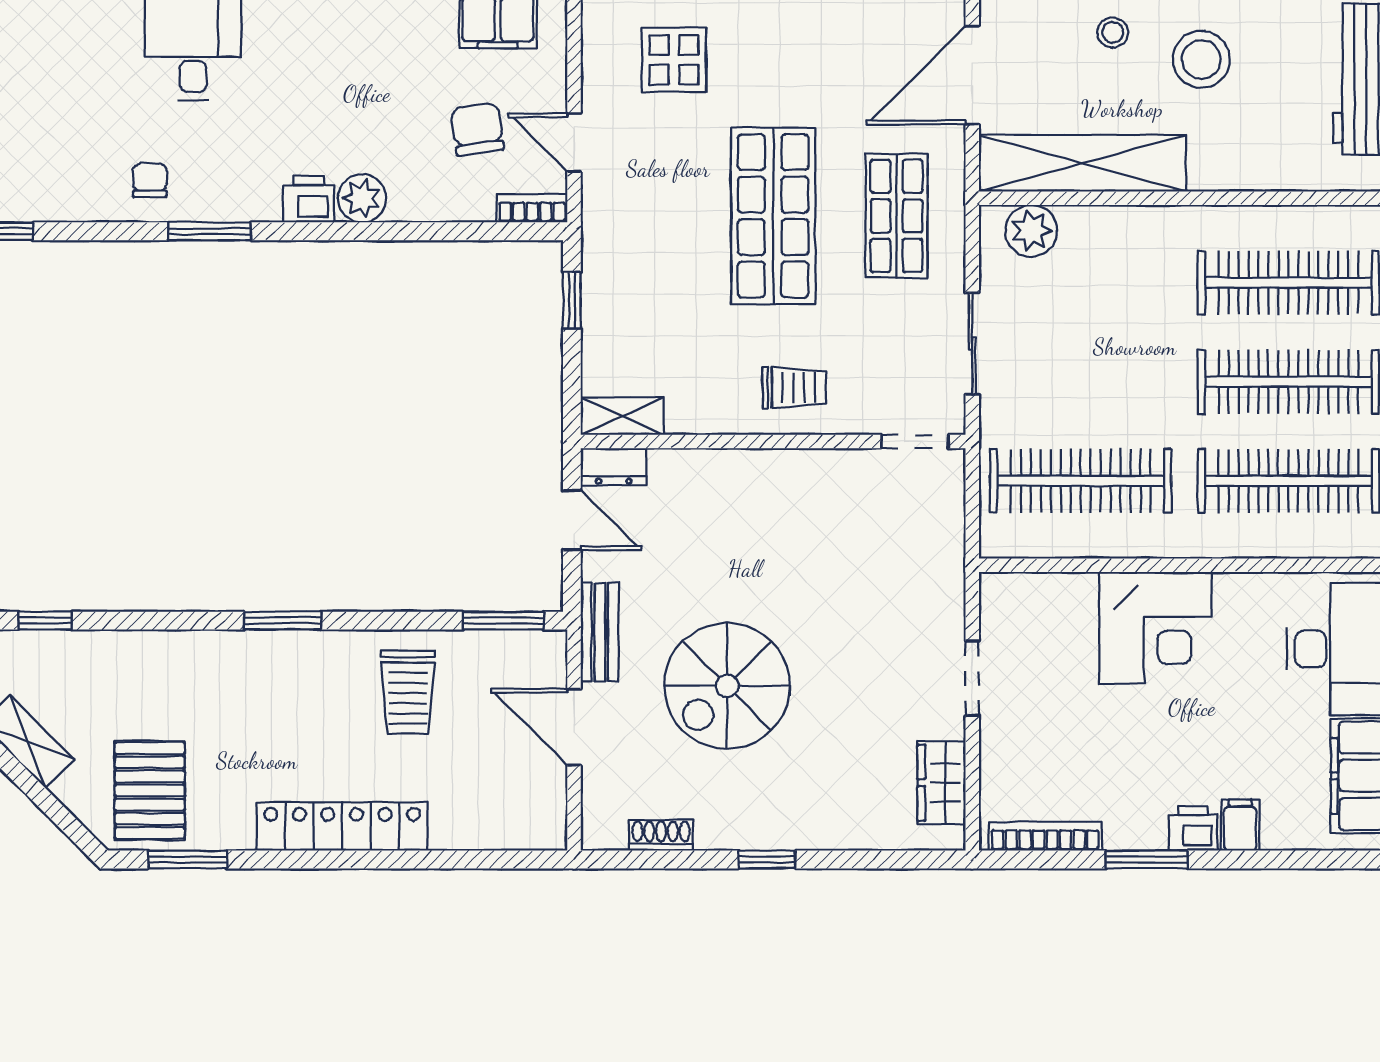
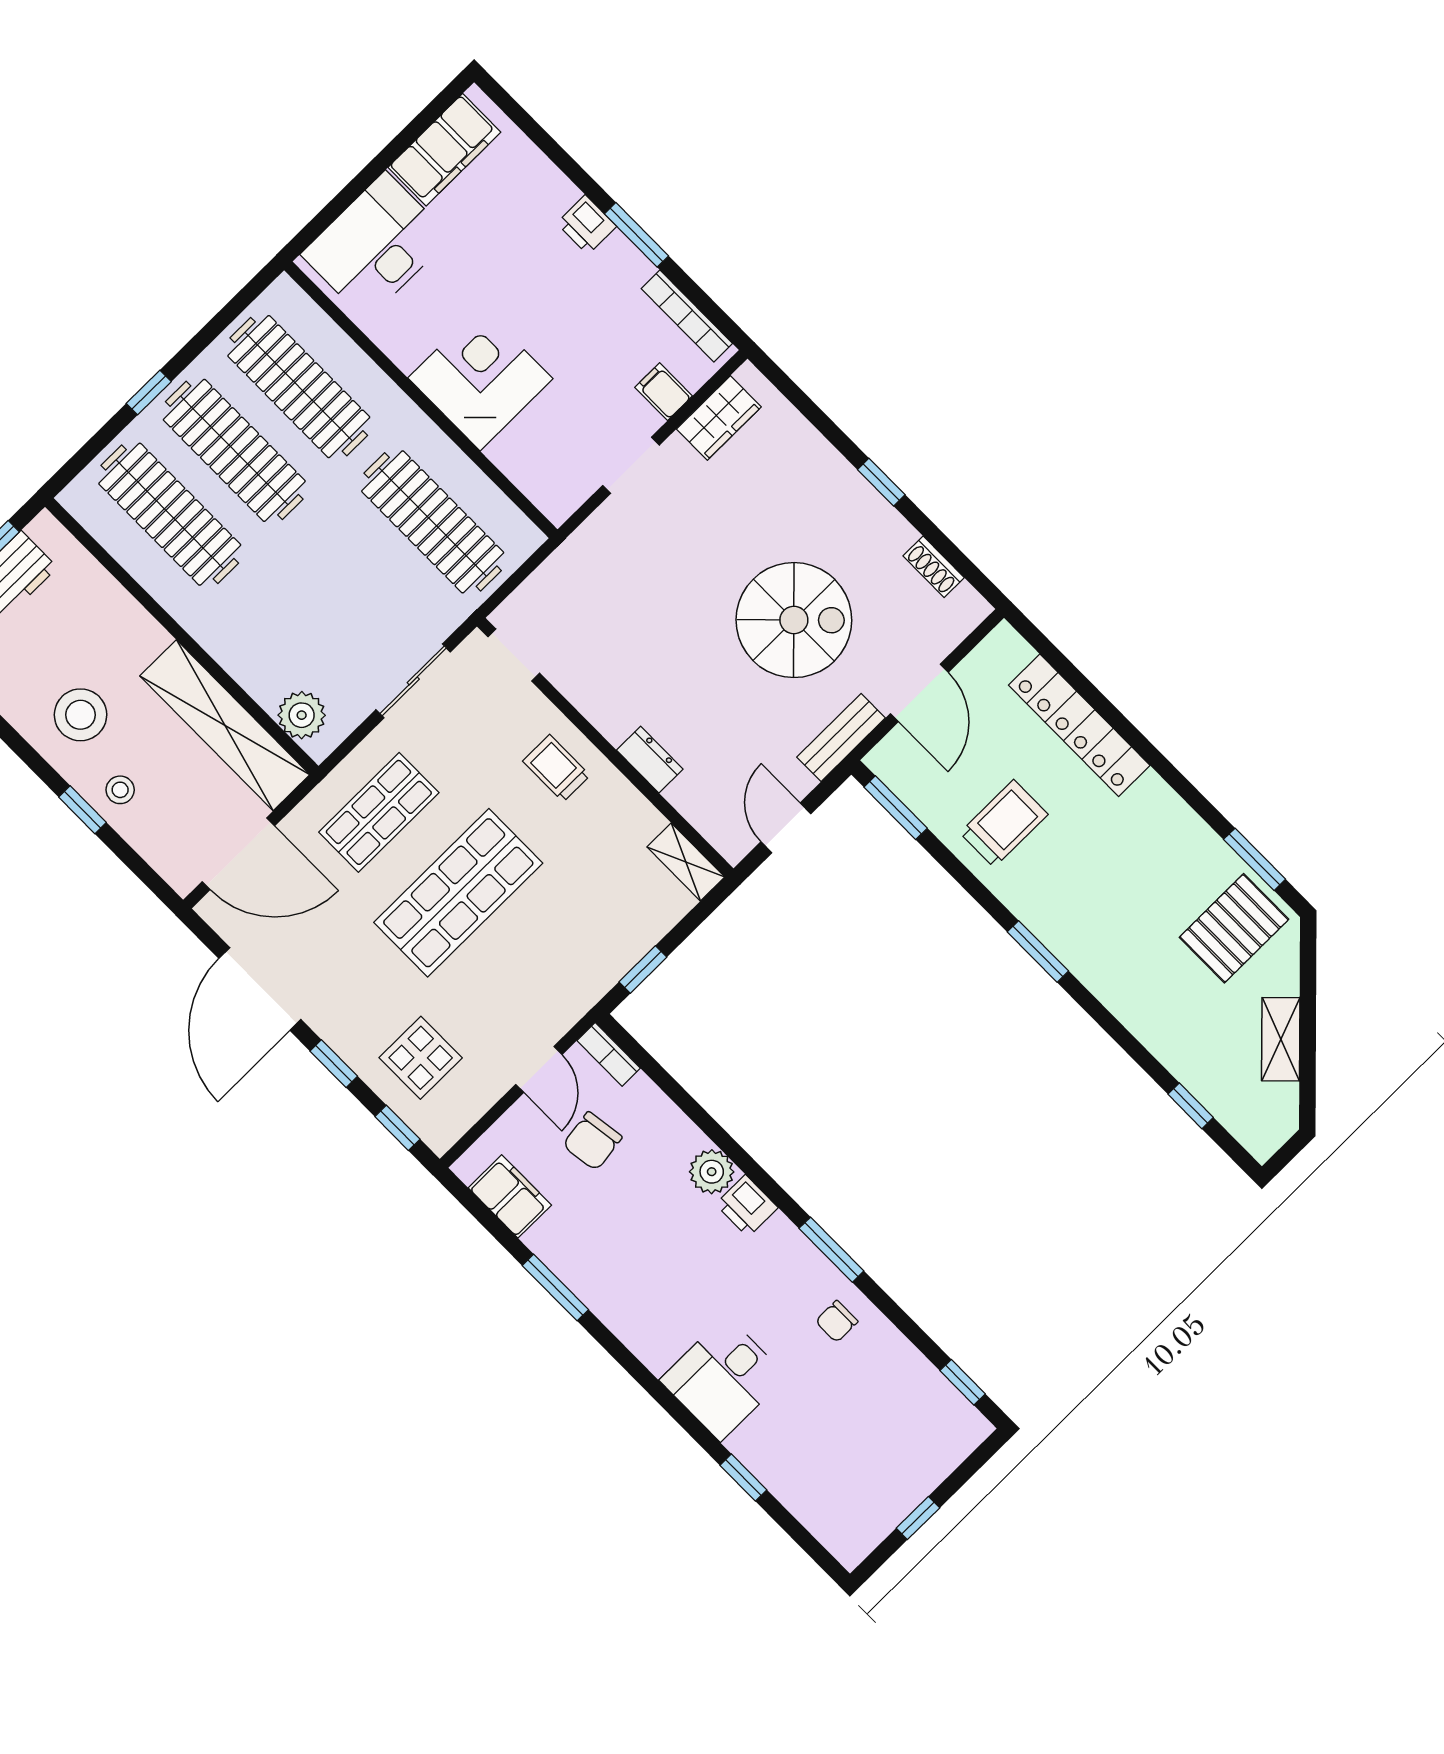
dresser: (614, 467) -> (650, 760), moved
filing cabinet: (1240, 825) -> (664, 392), moved, turned 90
locker: (342, 826) -> (1079, 725), moved

